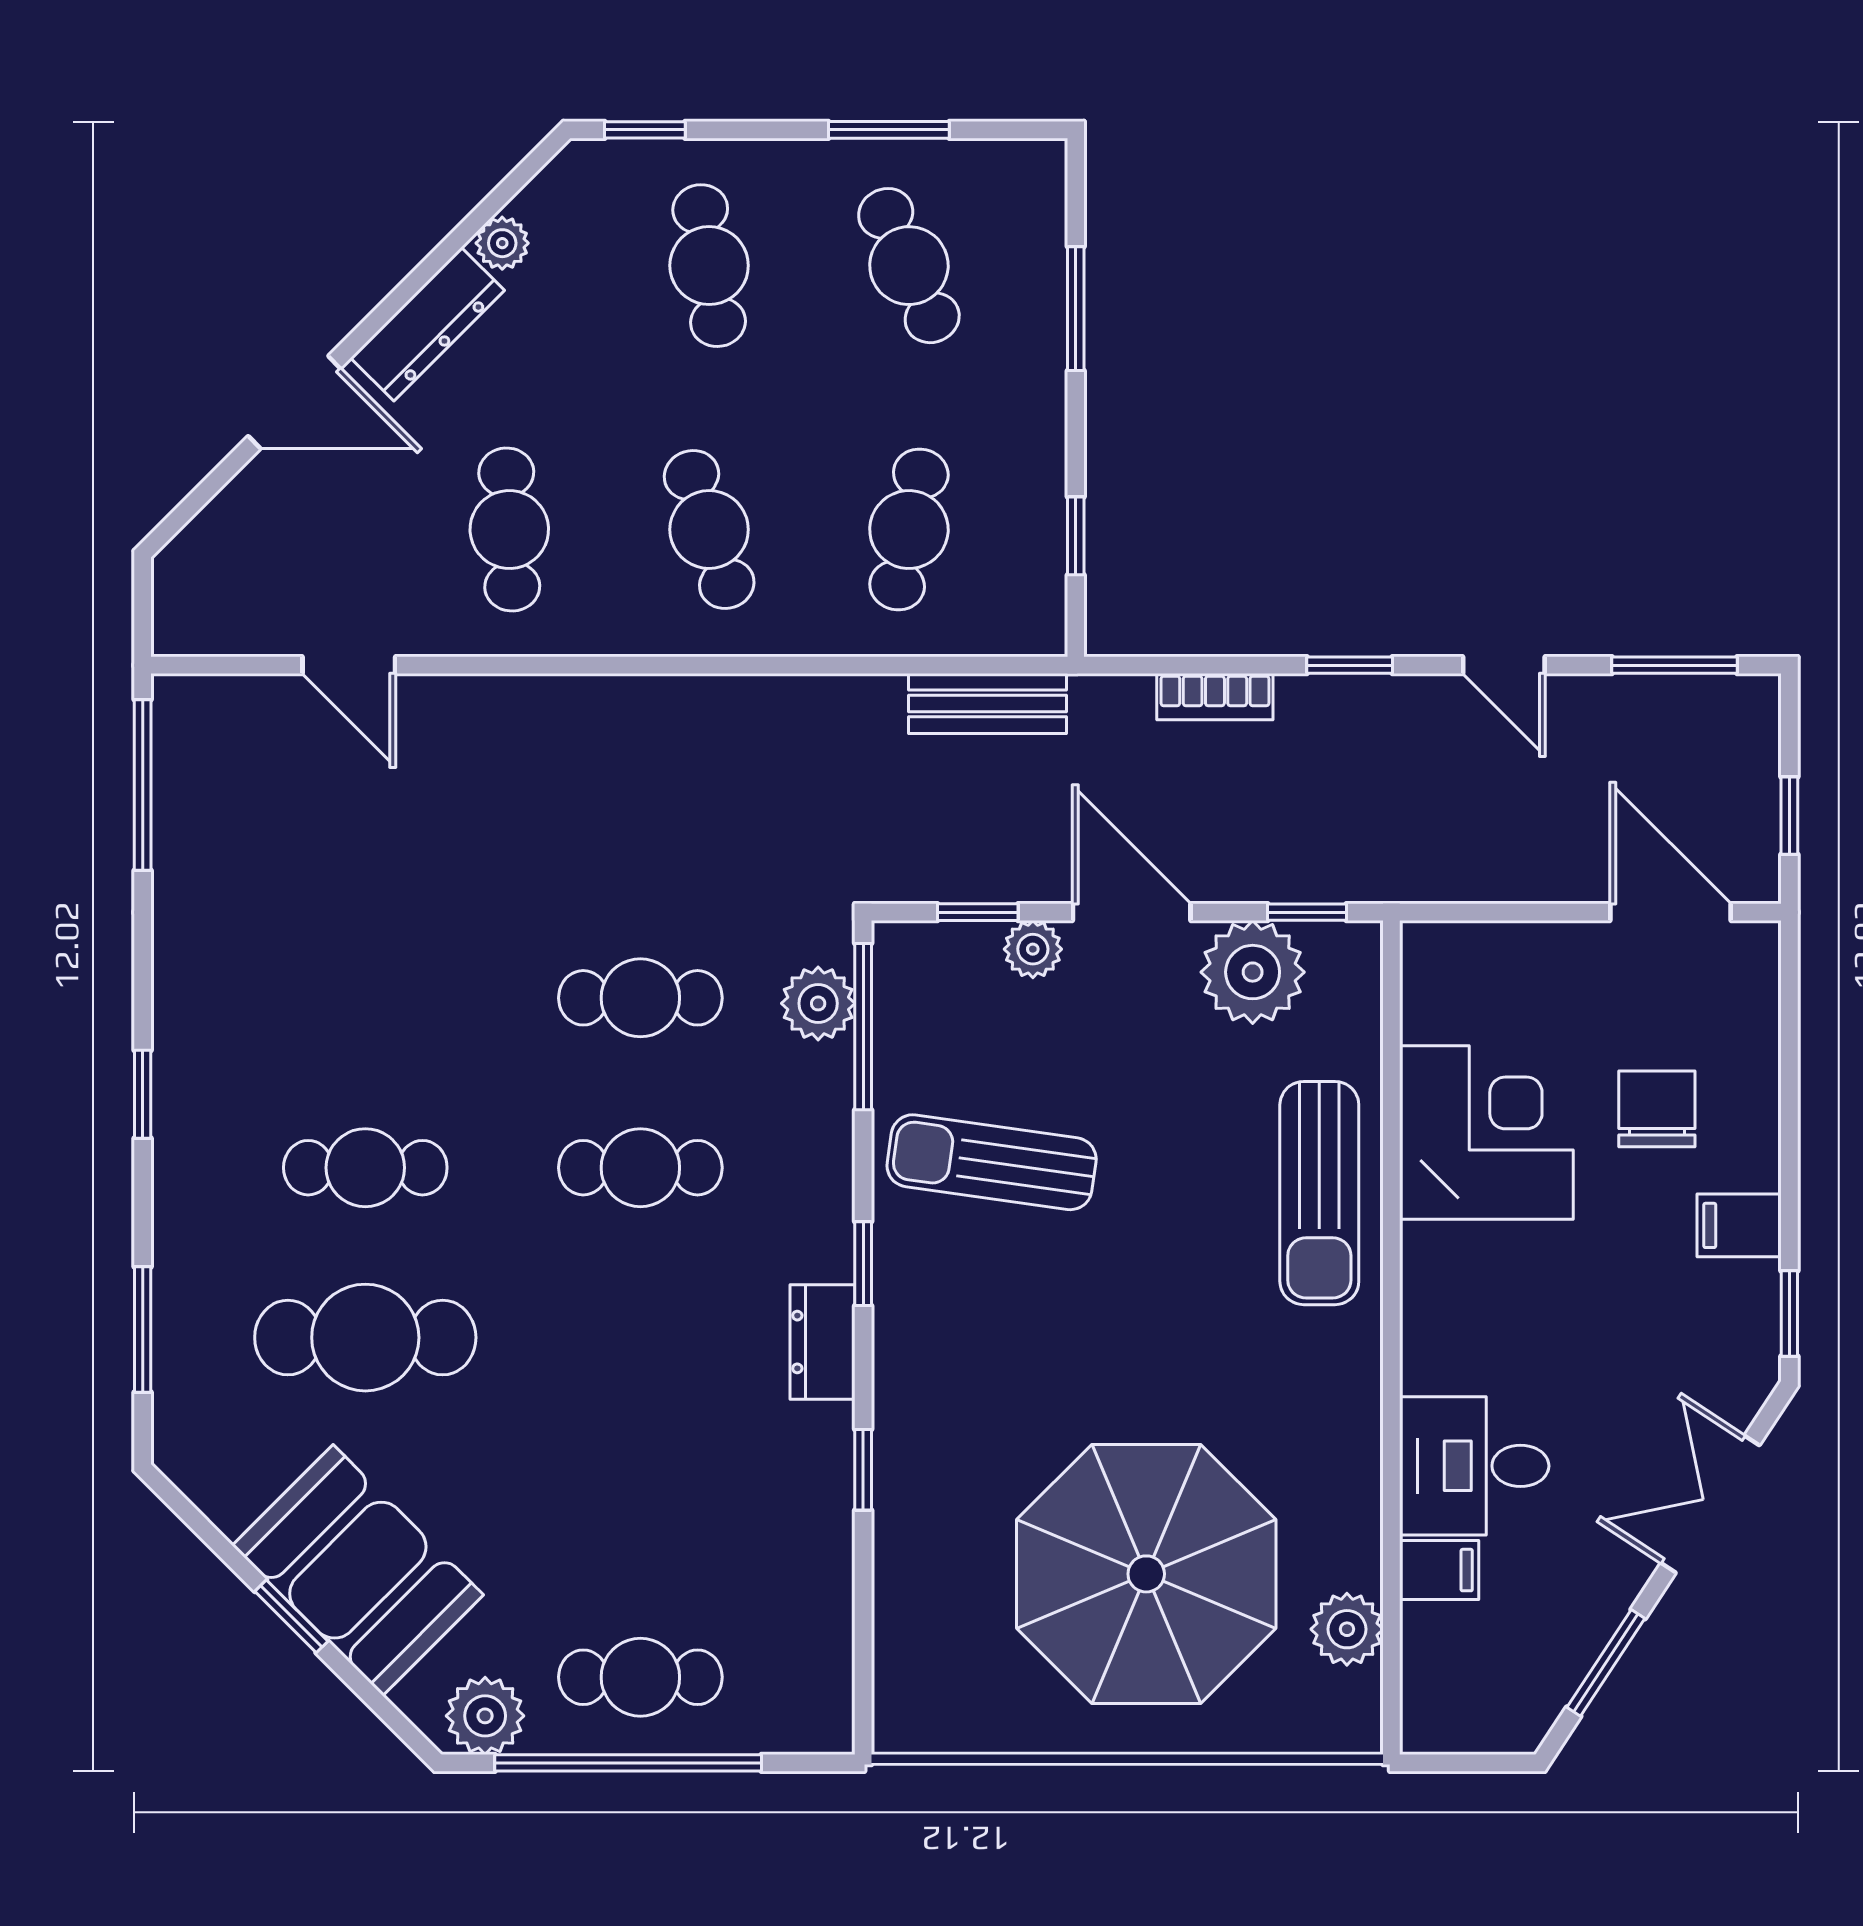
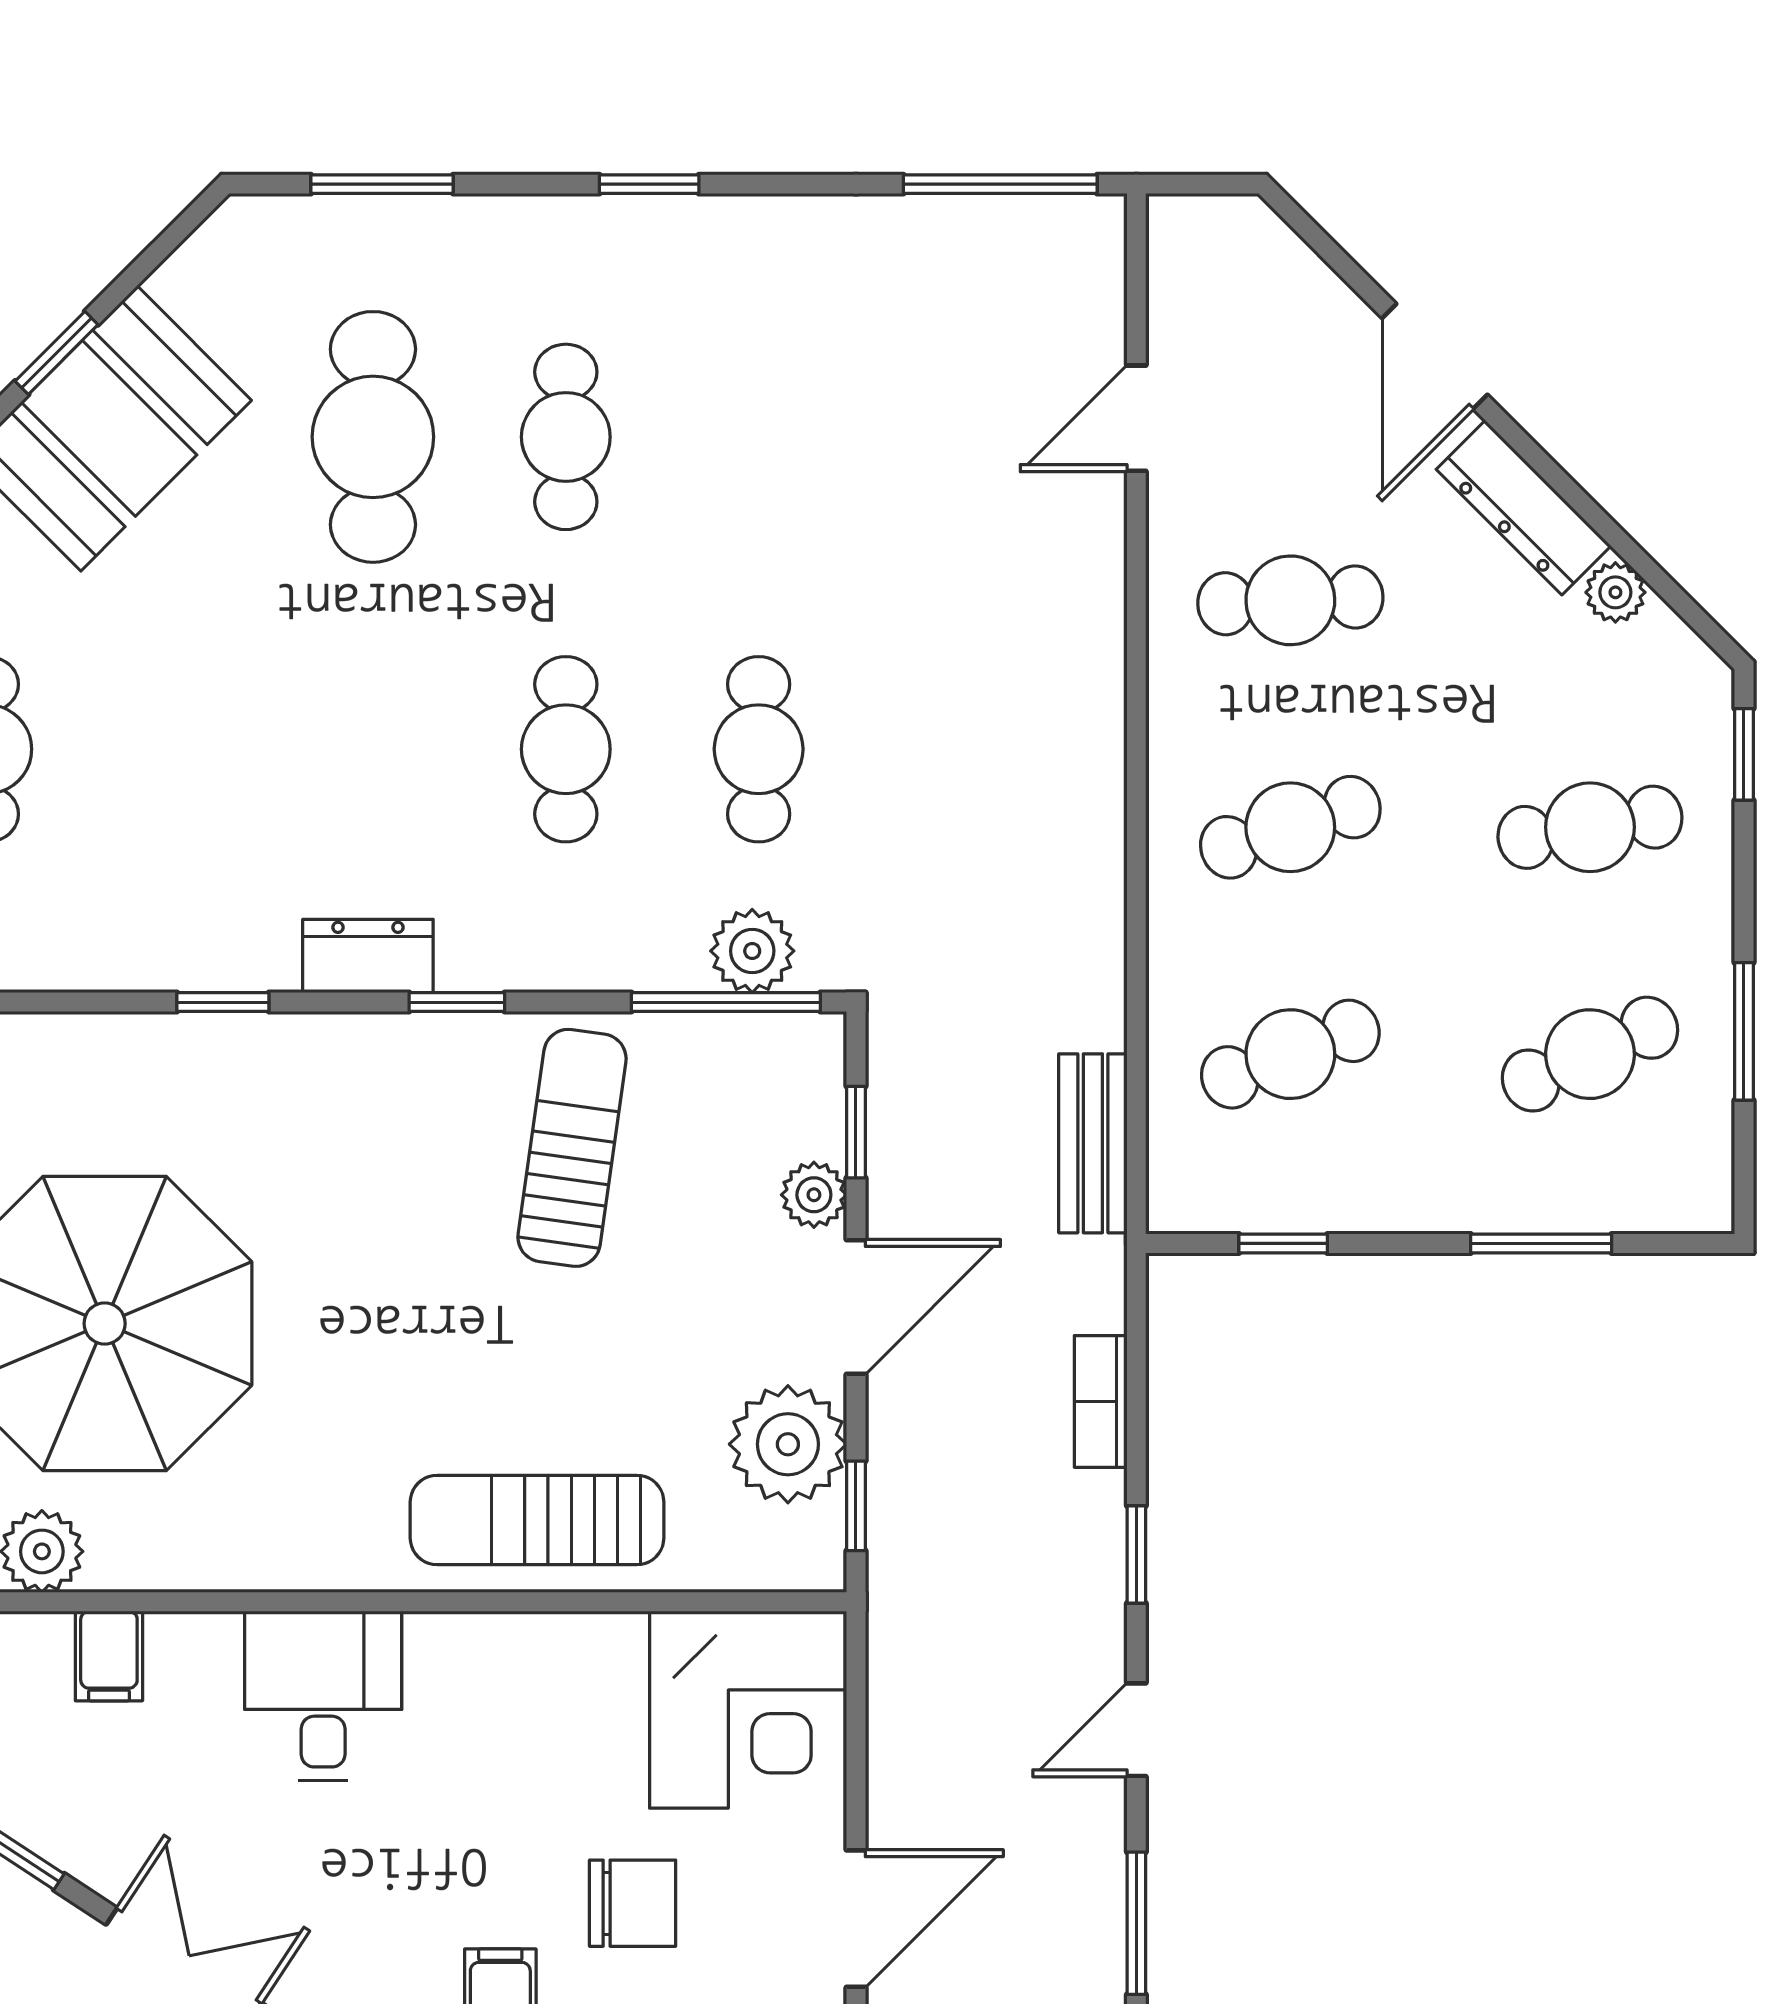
cafe table: (909, 530) -> (1290, 1054), turned -33
corner desk: (1486, 1132) -> (748, 1710), moved
desk: (1474, 1466) -> (323, 1696), moved

